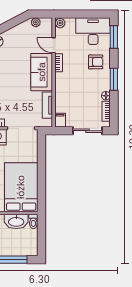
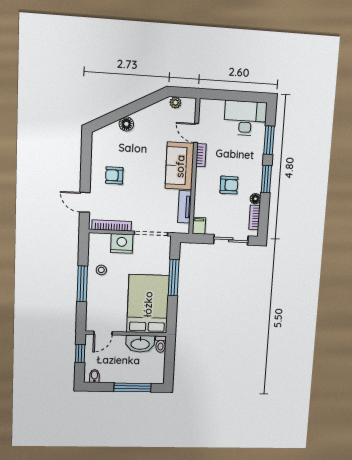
plant: (60, 23) -> (206, 105), removed
window: (114, 37) -> (269, 140), moved
armchair: (96, 62) -> (229, 185), moved
window: (41, 164) -> (174, 278), added

